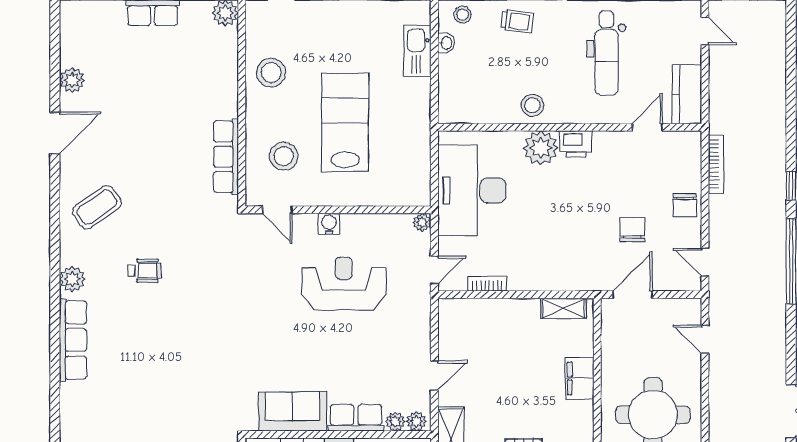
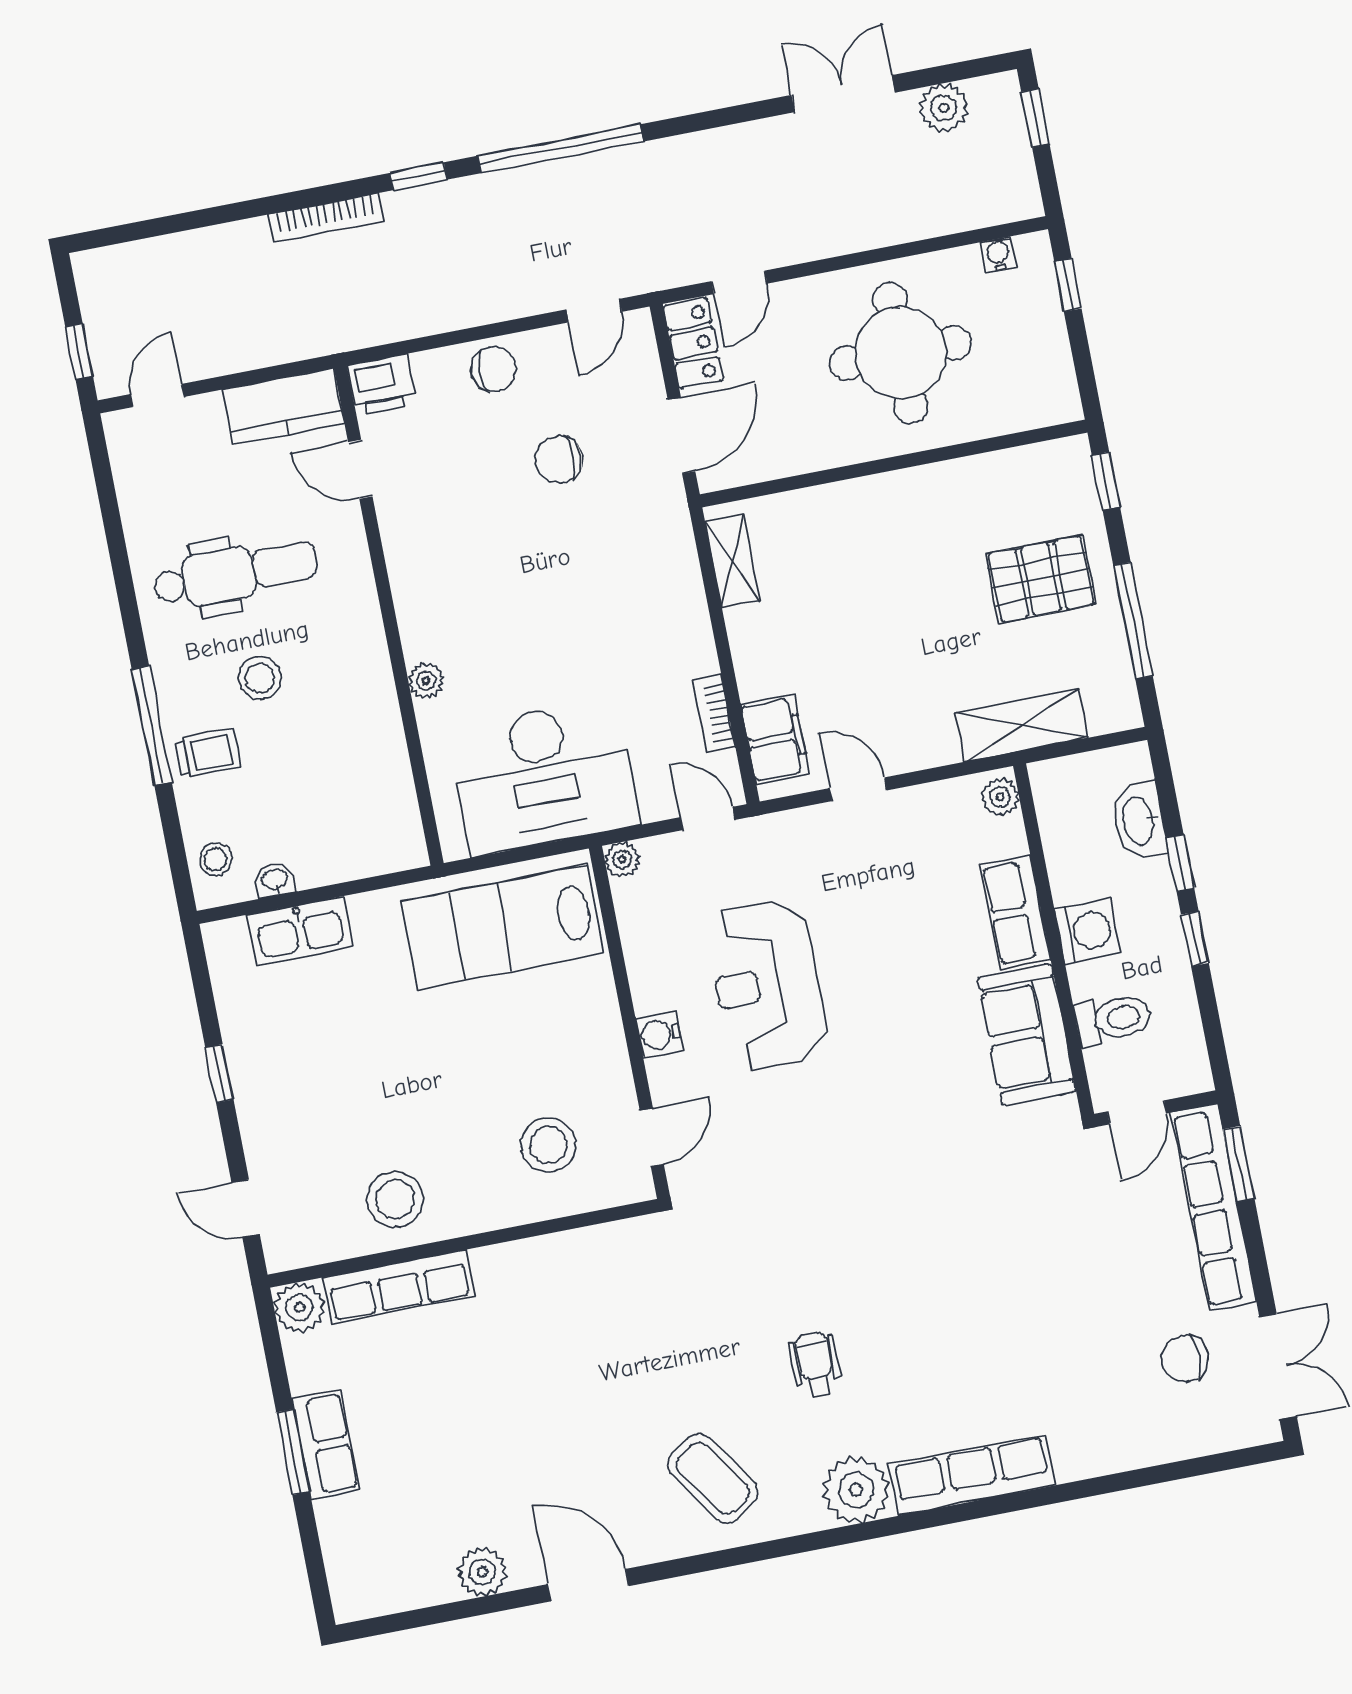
trolley: (517, 21) -> (208, 753), turned 83
stool: (532, 105) -> (260, 678), moved
lab bench: (345, 122) -> (503, 927), moved
printer: (576, 144) -> (382, 385), moved, turned 90
plant: (541, 148) -> (426, 681), width x0.53, depth x0.53
row of seats: (226, 157) -> (399, 1287), moved
bookcase: (716, 164) -> (326, 218), moved, turned 180
plant: (72, 279) -> (856, 1490), width x1.36, depth x1.36
door: (633, 295) -> (682, 435), swing flipped
locker: (678, 310) -> (693, 343), added
door: (434, 376) -> (858, 789), moved
filing cabinet: (580, 378) -> (775, 739), moved, turned -90
plant: (395, 421) -> (1008, 837), removed

